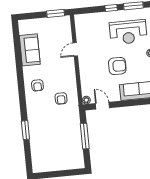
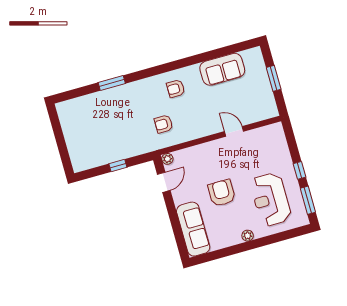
window: (56, 13) -> (274, 78), moved
armchair: (117, 66) -> (222, 193), turned 180
window: (85, 136) -> (118, 166), width x0.46

